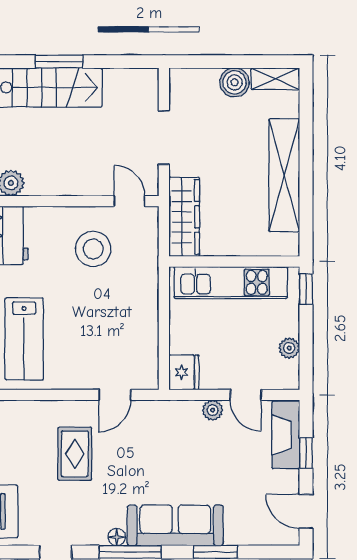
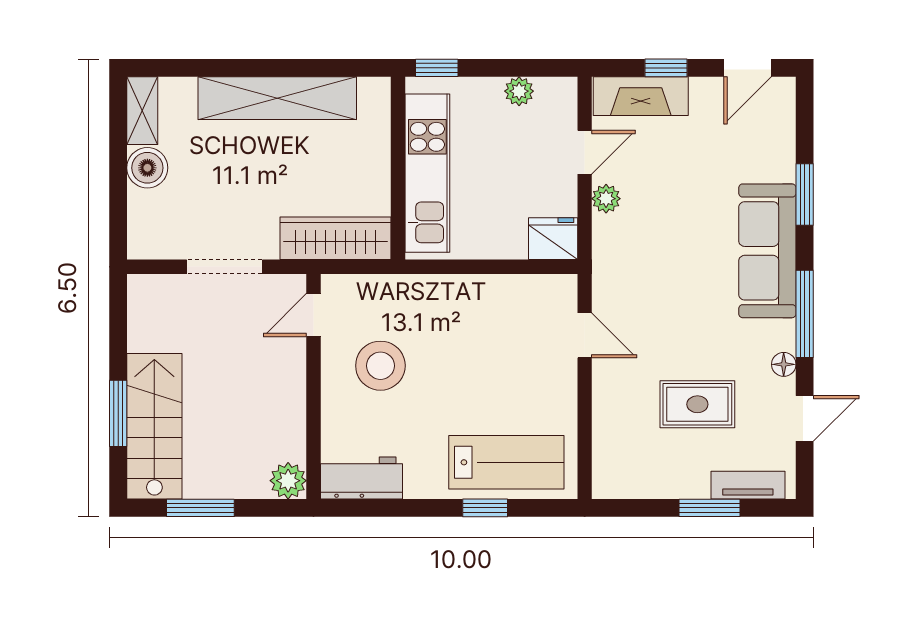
rug: (75, 454) -> (697, 404), moved
floor lamp: (117, 537) -> (784, 364), moved

